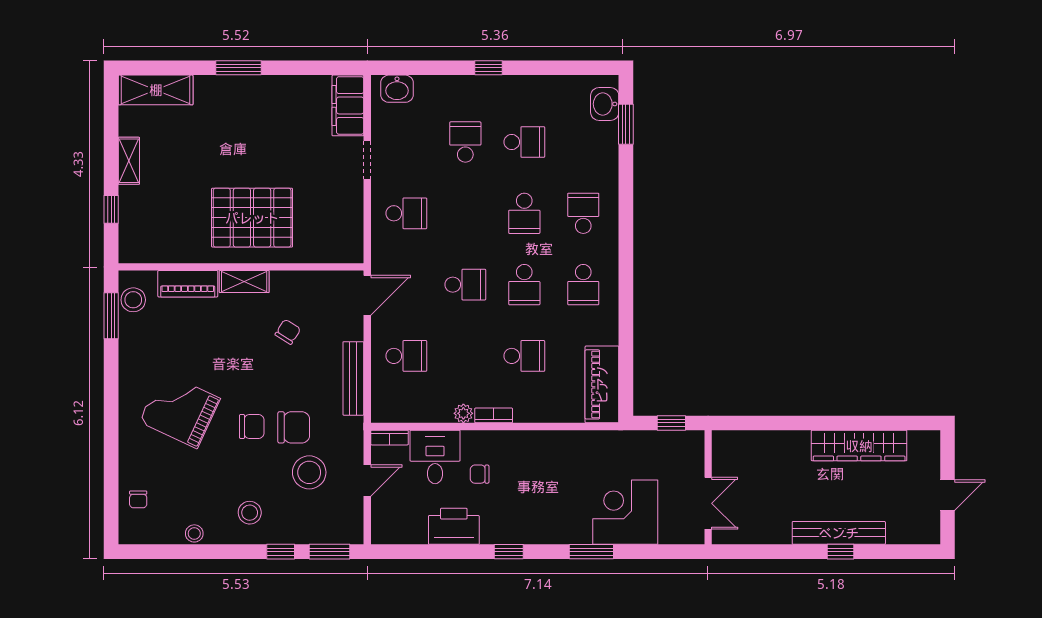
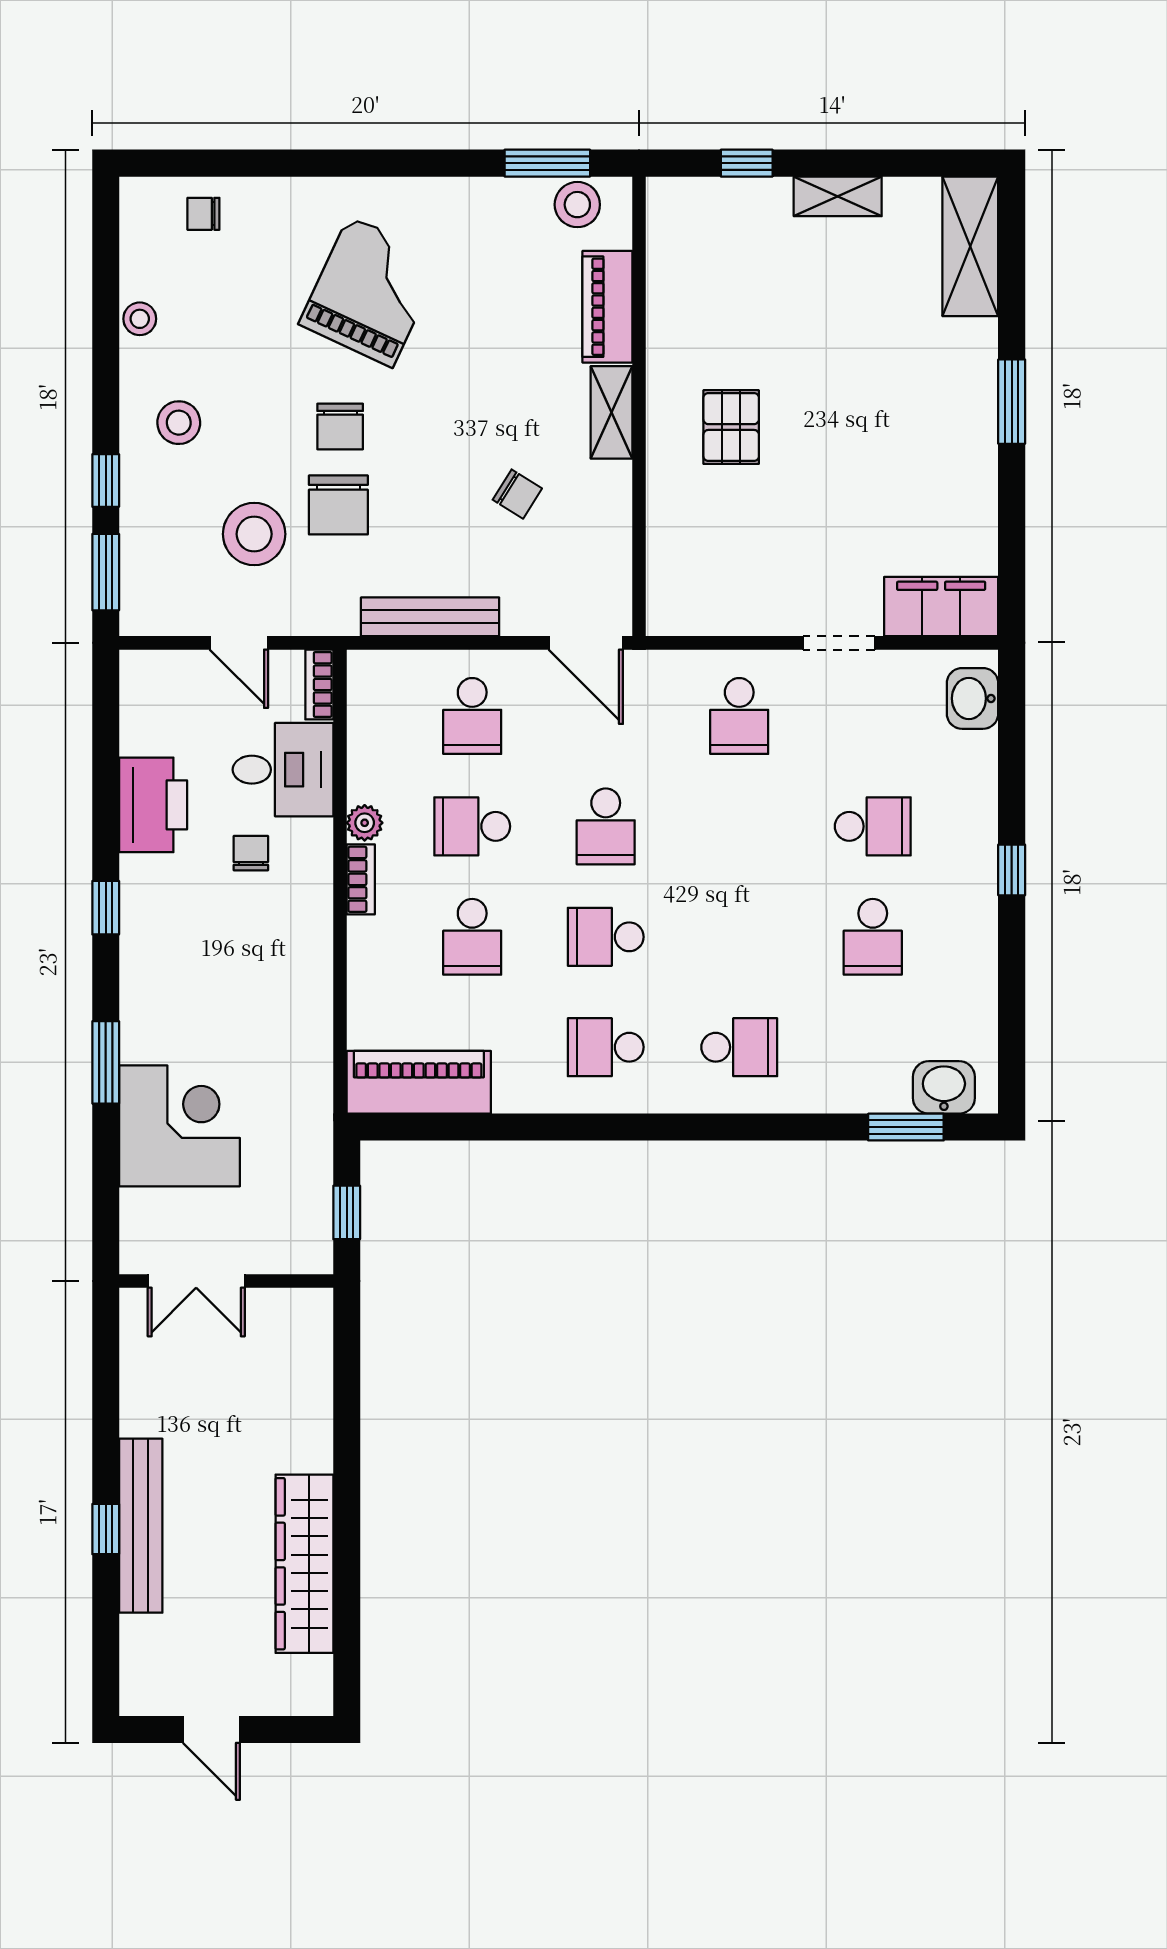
school desk: (524, 213) -> (472, 826), moved
pallet: (252, 218) -> (731, 427), width x0.49, depth x0.50

